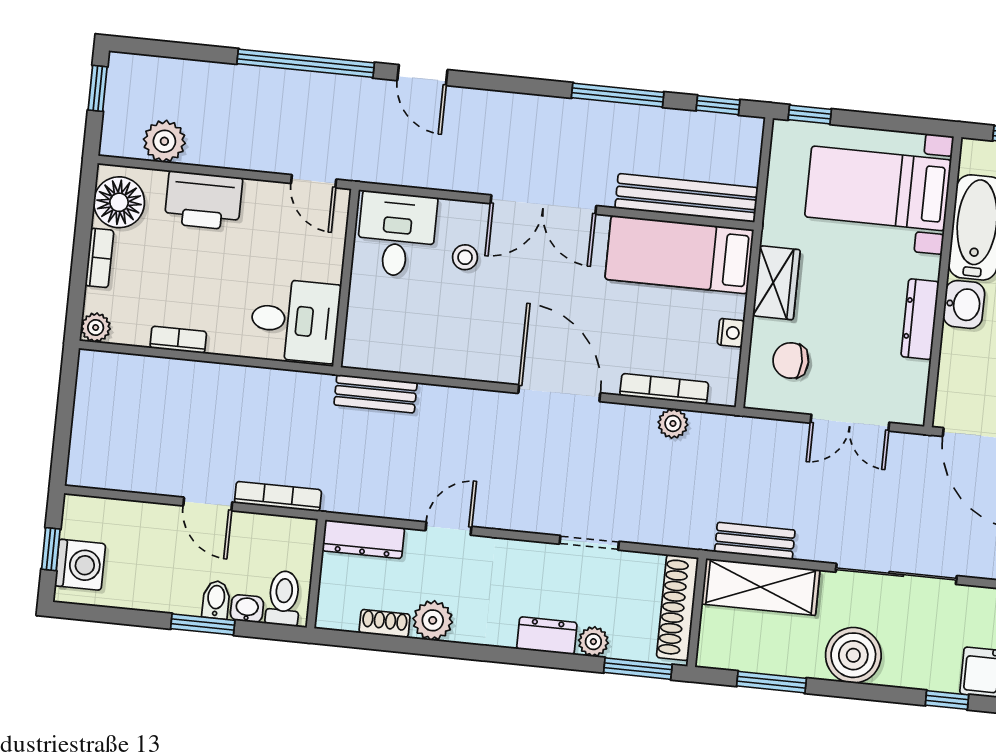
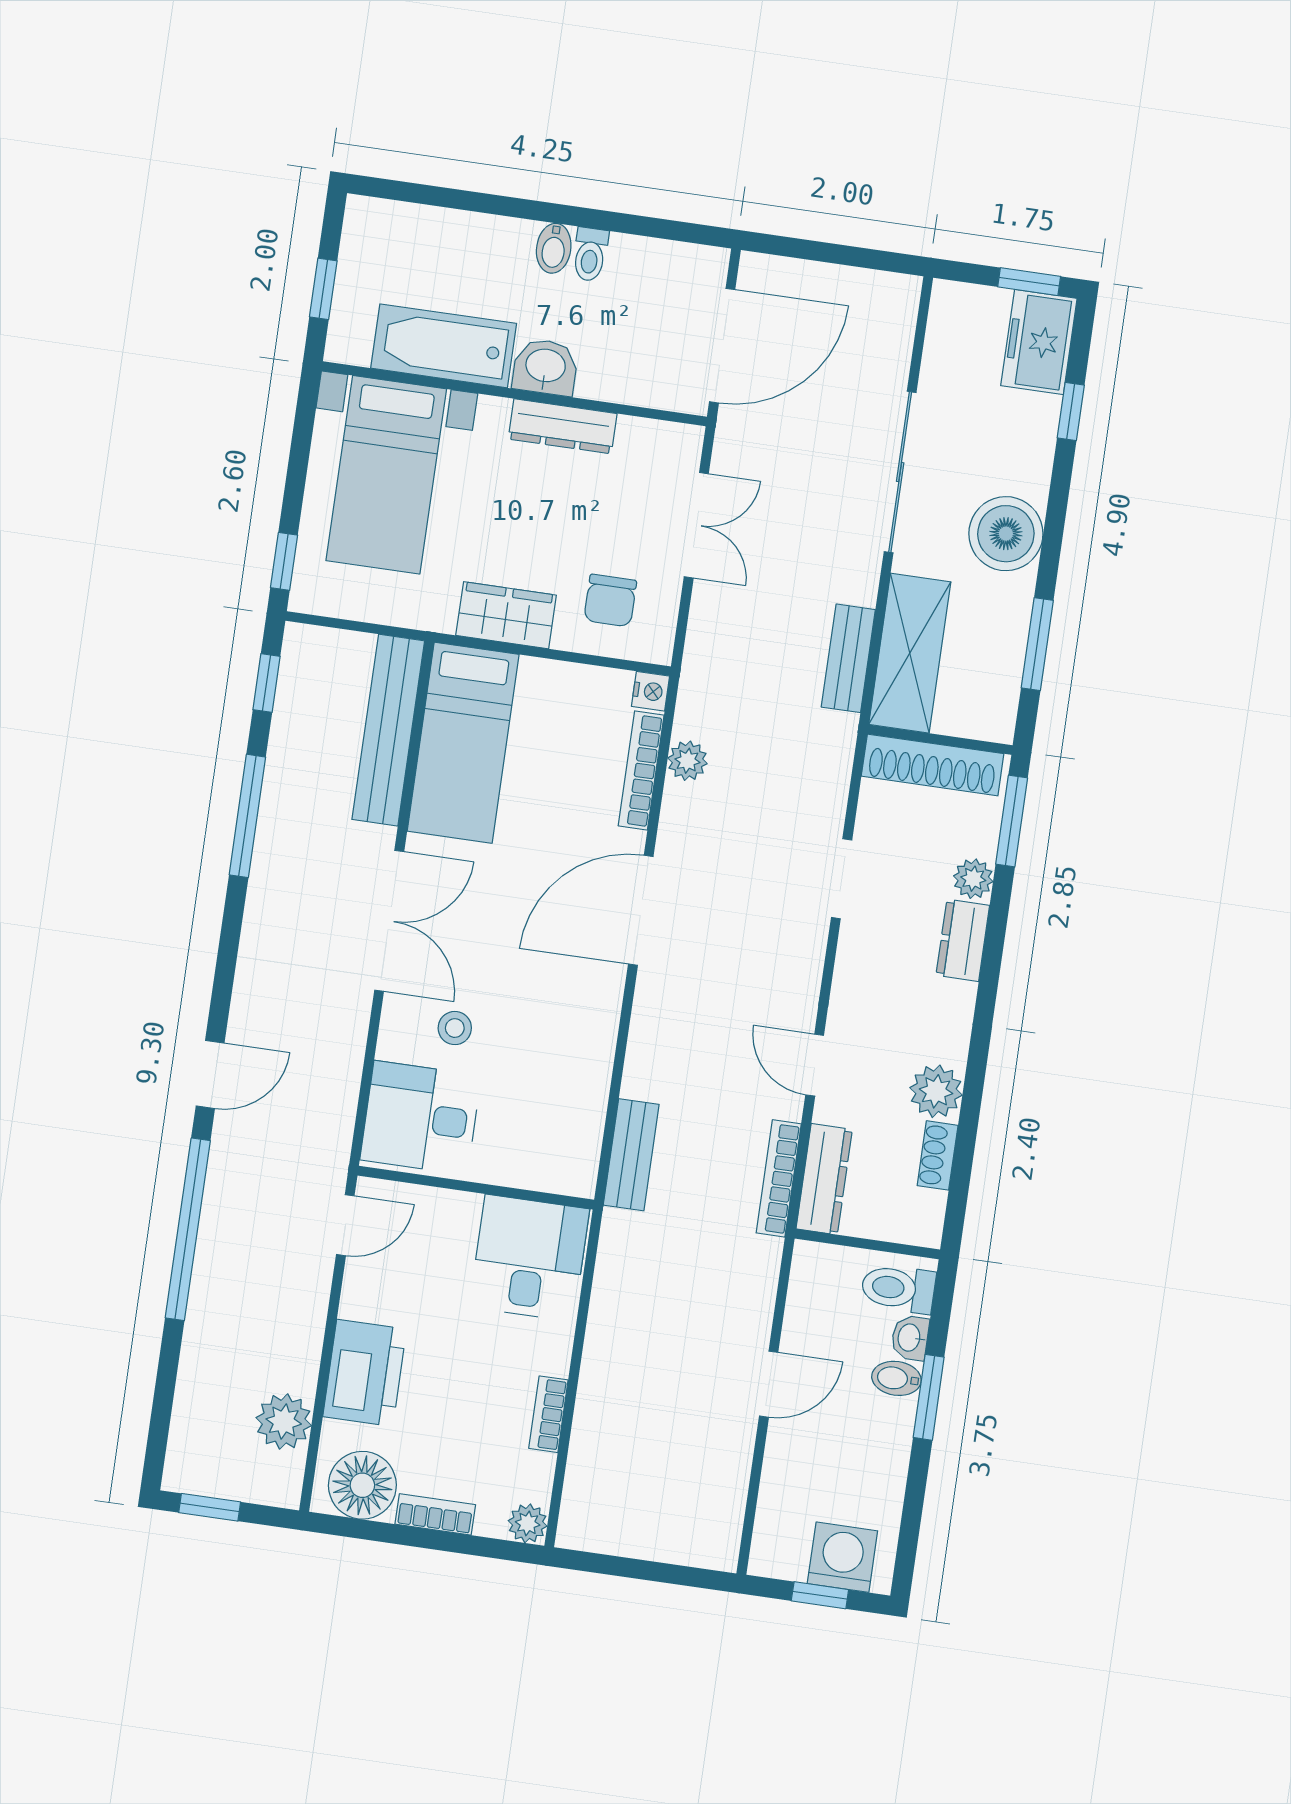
nightstand: (731, 333) -> (651, 691), moved, turned 90
bookcase: (278, 496) -> (779, 1178), moved

